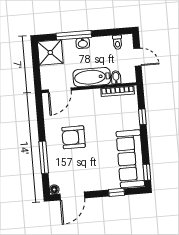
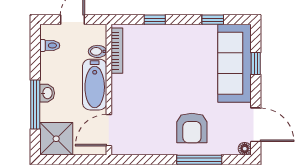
door: (60, 90) -> (109, 130), swing flipped
armchair: (74, 137) -> (192, 128), moved
sofa: (130, 159) -> (235, 63), moved, turned 90
window: (147, 172) -> (213, 20), moved

